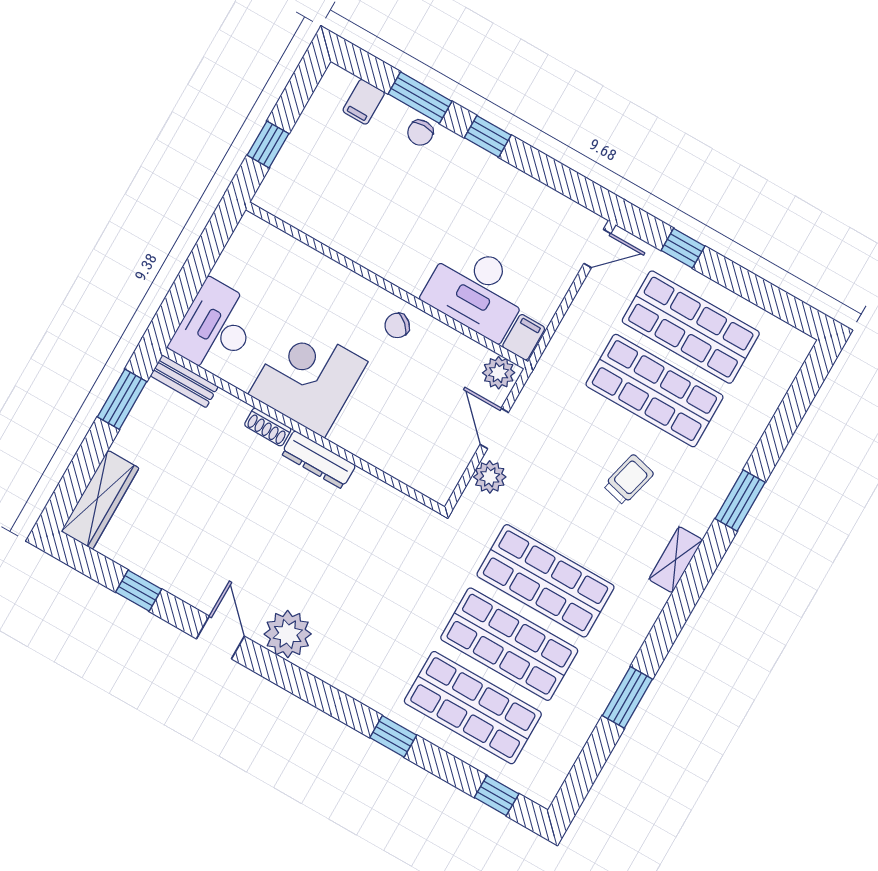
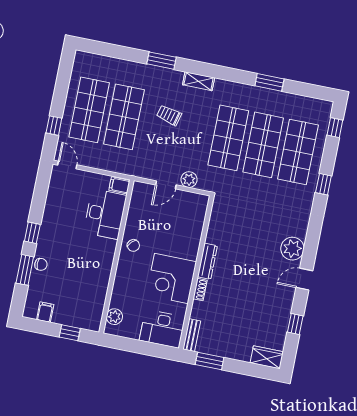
filing cabinet: (364, 102) -> (45, 312), moved, turned -90
plant: (499, 373) -> (114, 317), moved
wardrobe: (100, 500) -> (267, 357), width x0.67

